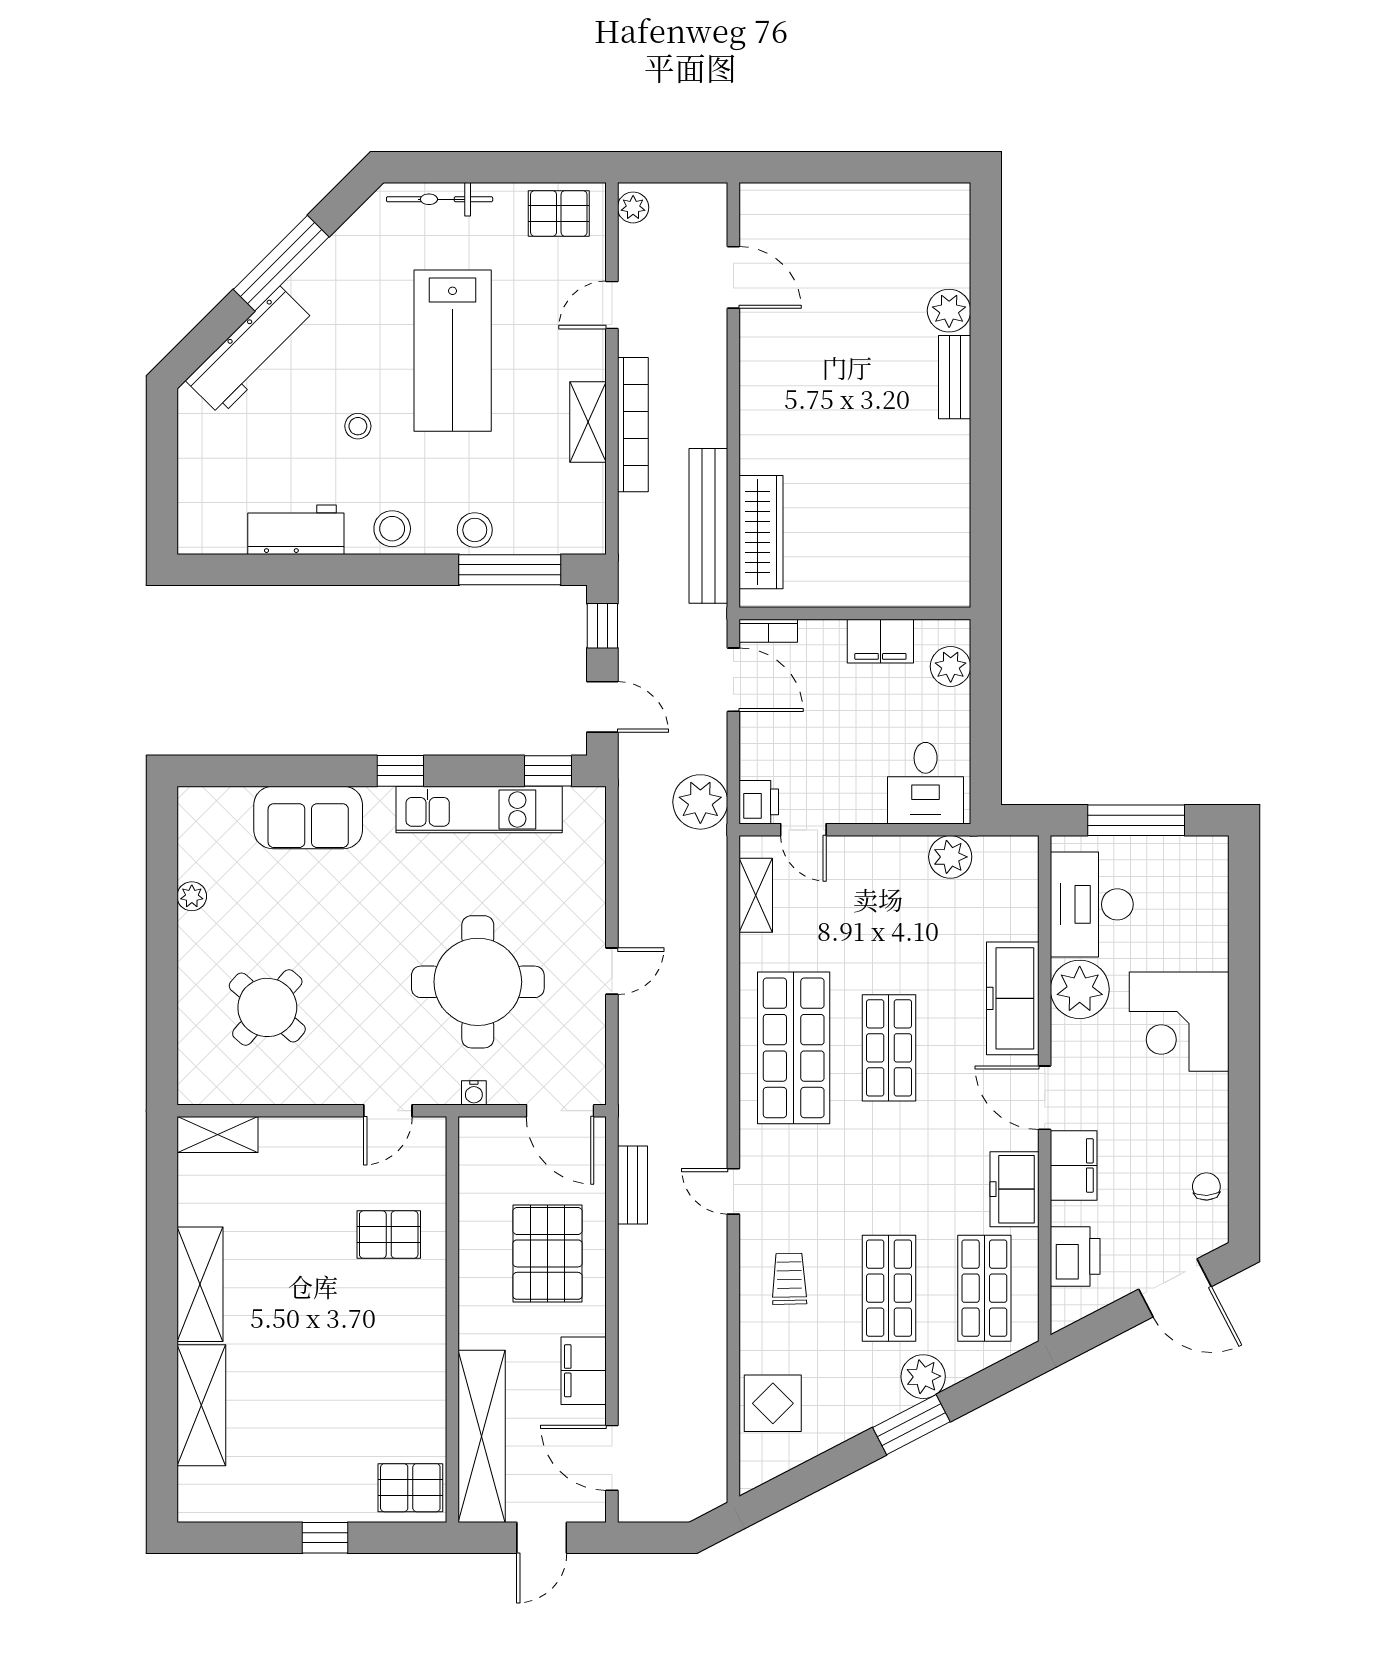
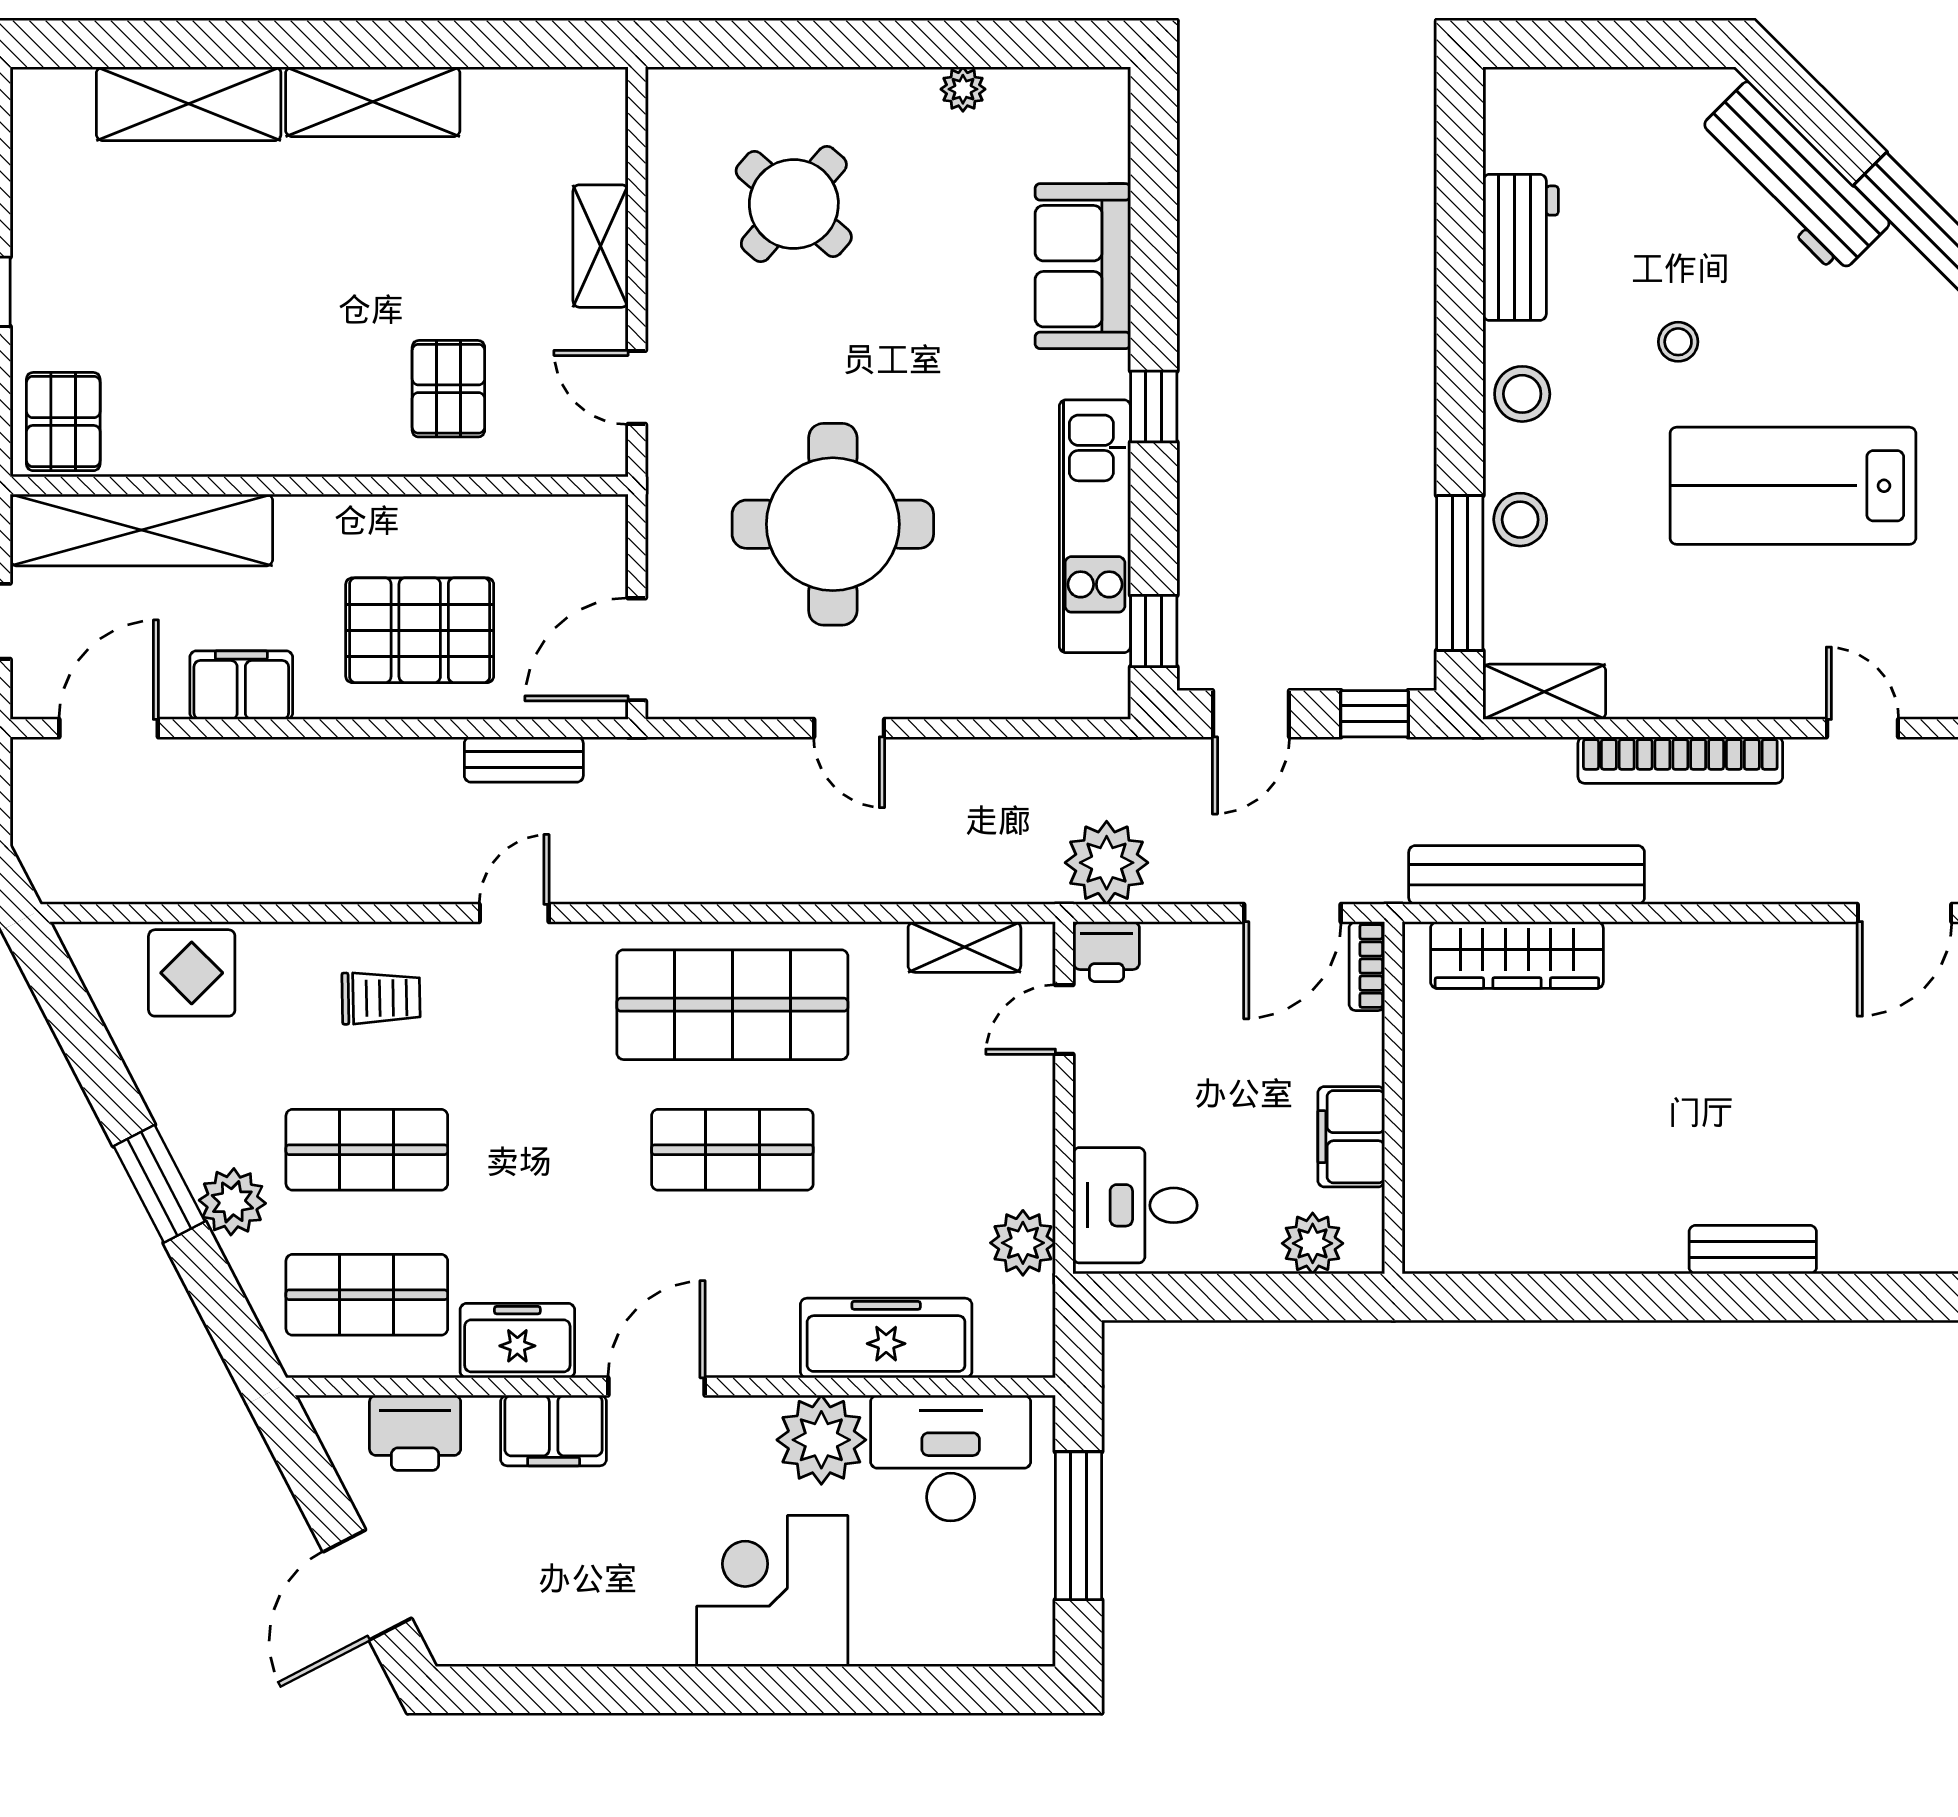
plant: (949, 311) -> (1854, 1241), removed
shelving: (588, 422) -> (1544, 692), moved
freezer: (1013, 998) -> (886, 1338), moved
water cooler: (474, 1093) -> (664, 518), removed
shelving: (218, 1135) -> (601, 246), moved
chair: (1206, 1186) -> (522, 1633), removed

